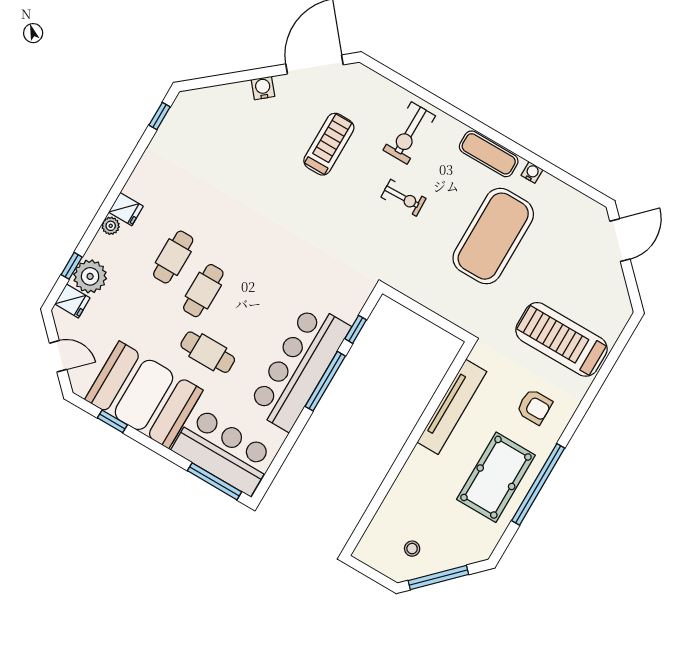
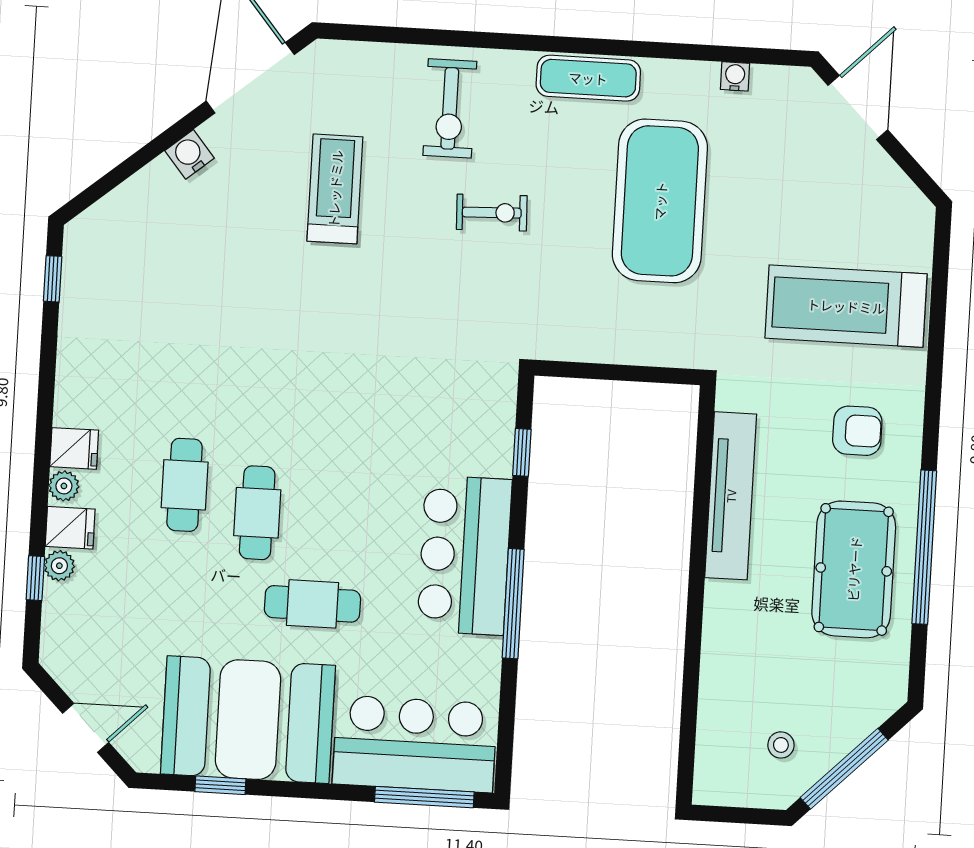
water cooler: (532, 172) -> (735, 76), moved
plant: (90, 276) -> (59, 566), width x0.53, depth x0.53
fridge: (72, 301) -> (70, 528), moved
bar counter: (299, 367) -> (465, 555), width x0.73
window: (325, 381) -> (513, 604), moved

